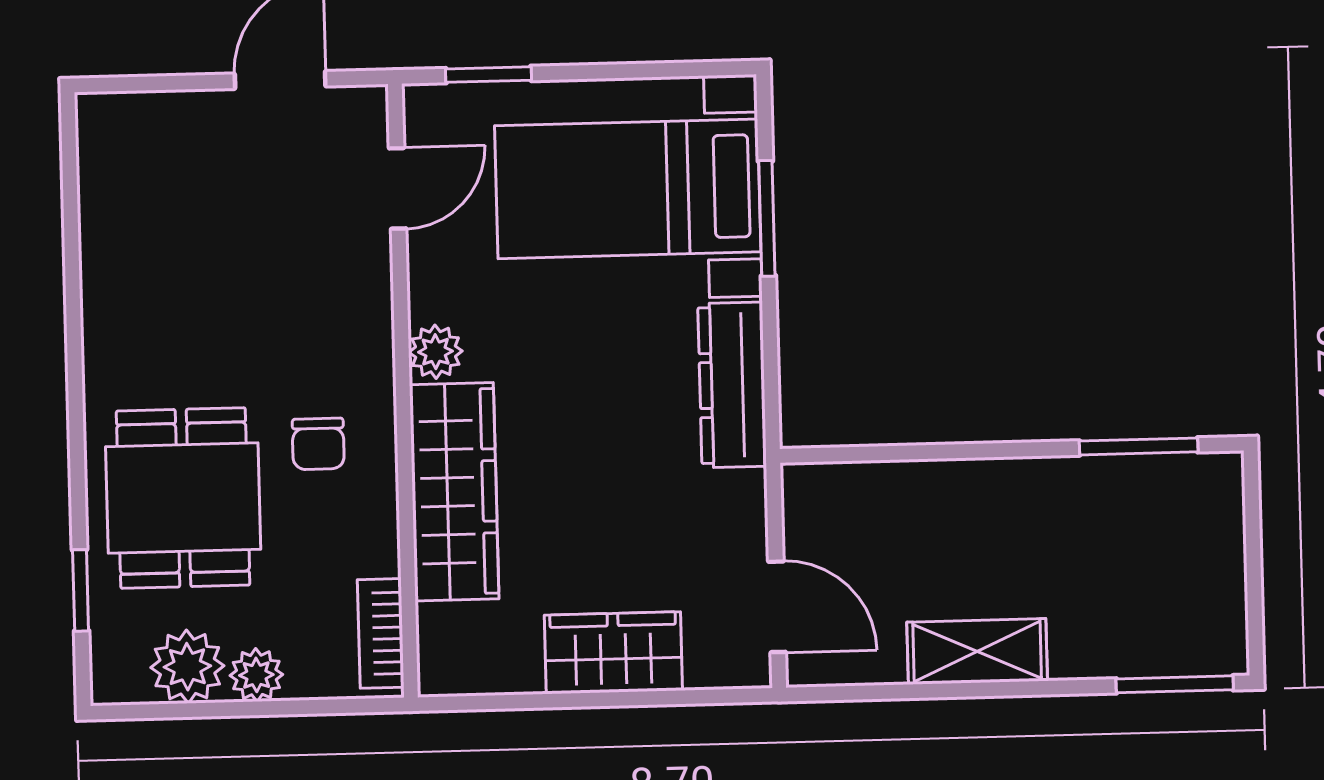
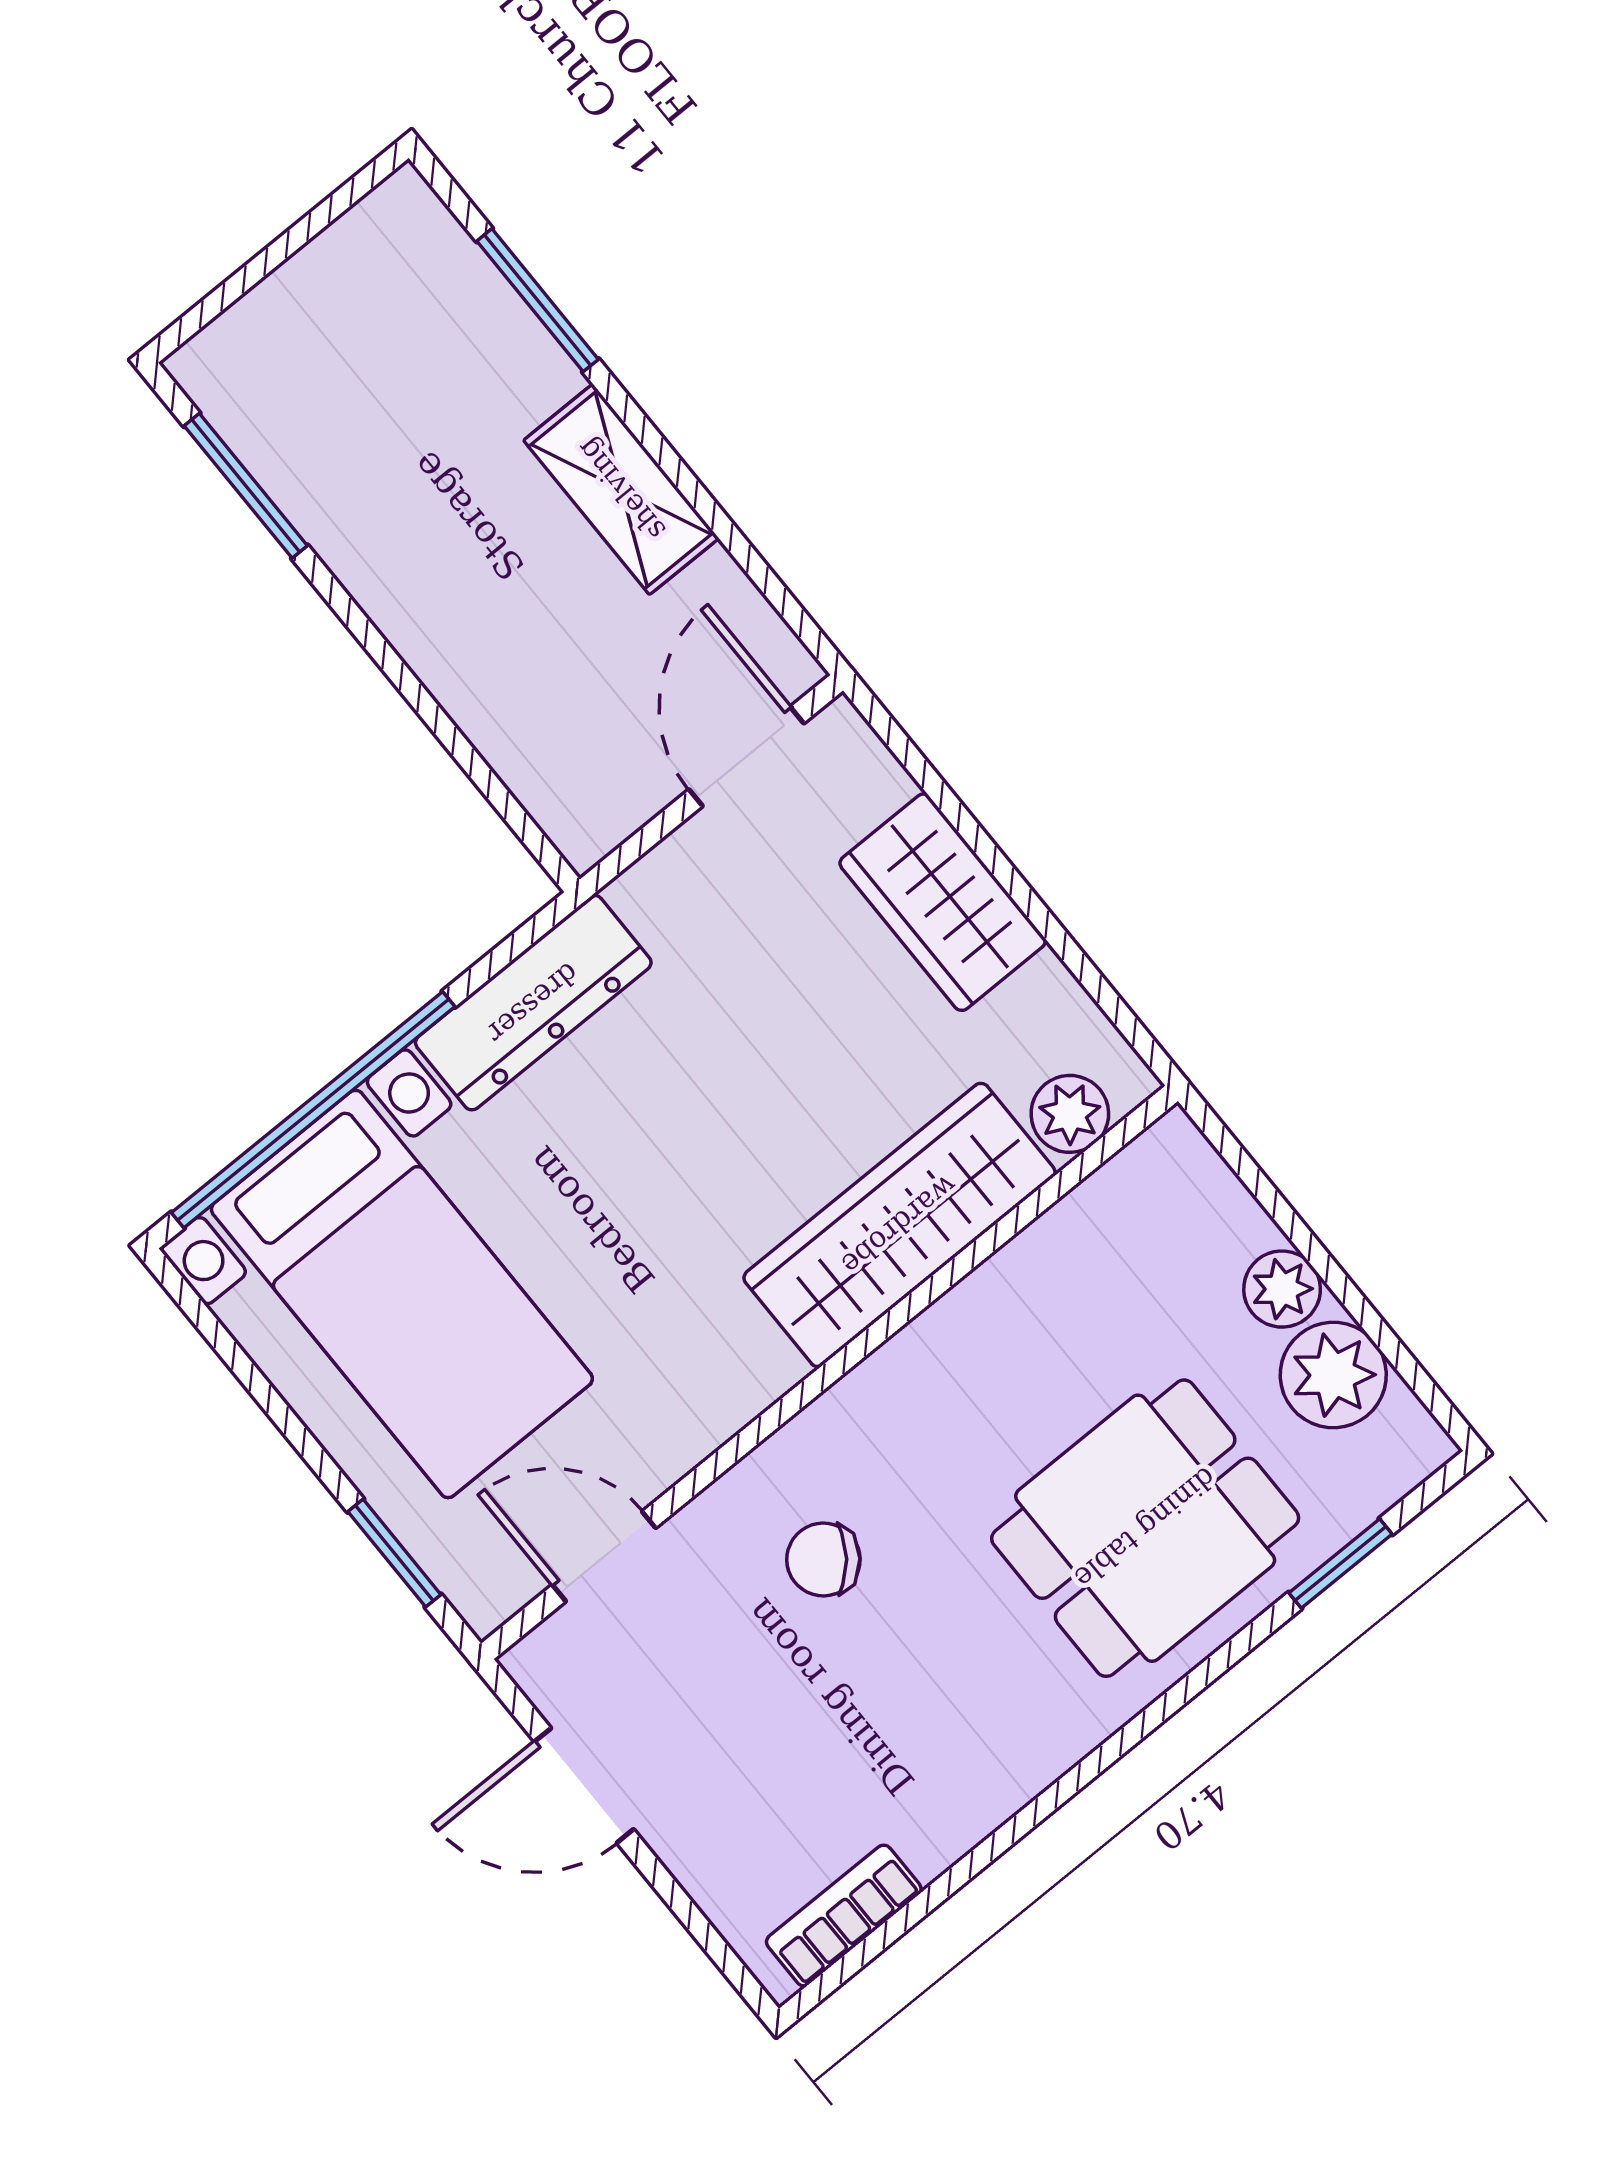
window: (767, 218) -> (313, 1110), width x2.11
plant: (436, 352) -> (1070, 1114), moved
chair: (318, 444) -> (823, 1559), moved, turned -142
bookcase: (381, 633) -> (844, 1916), moved, turned 180
window: (1175, 684) -> (538, 300), moved

